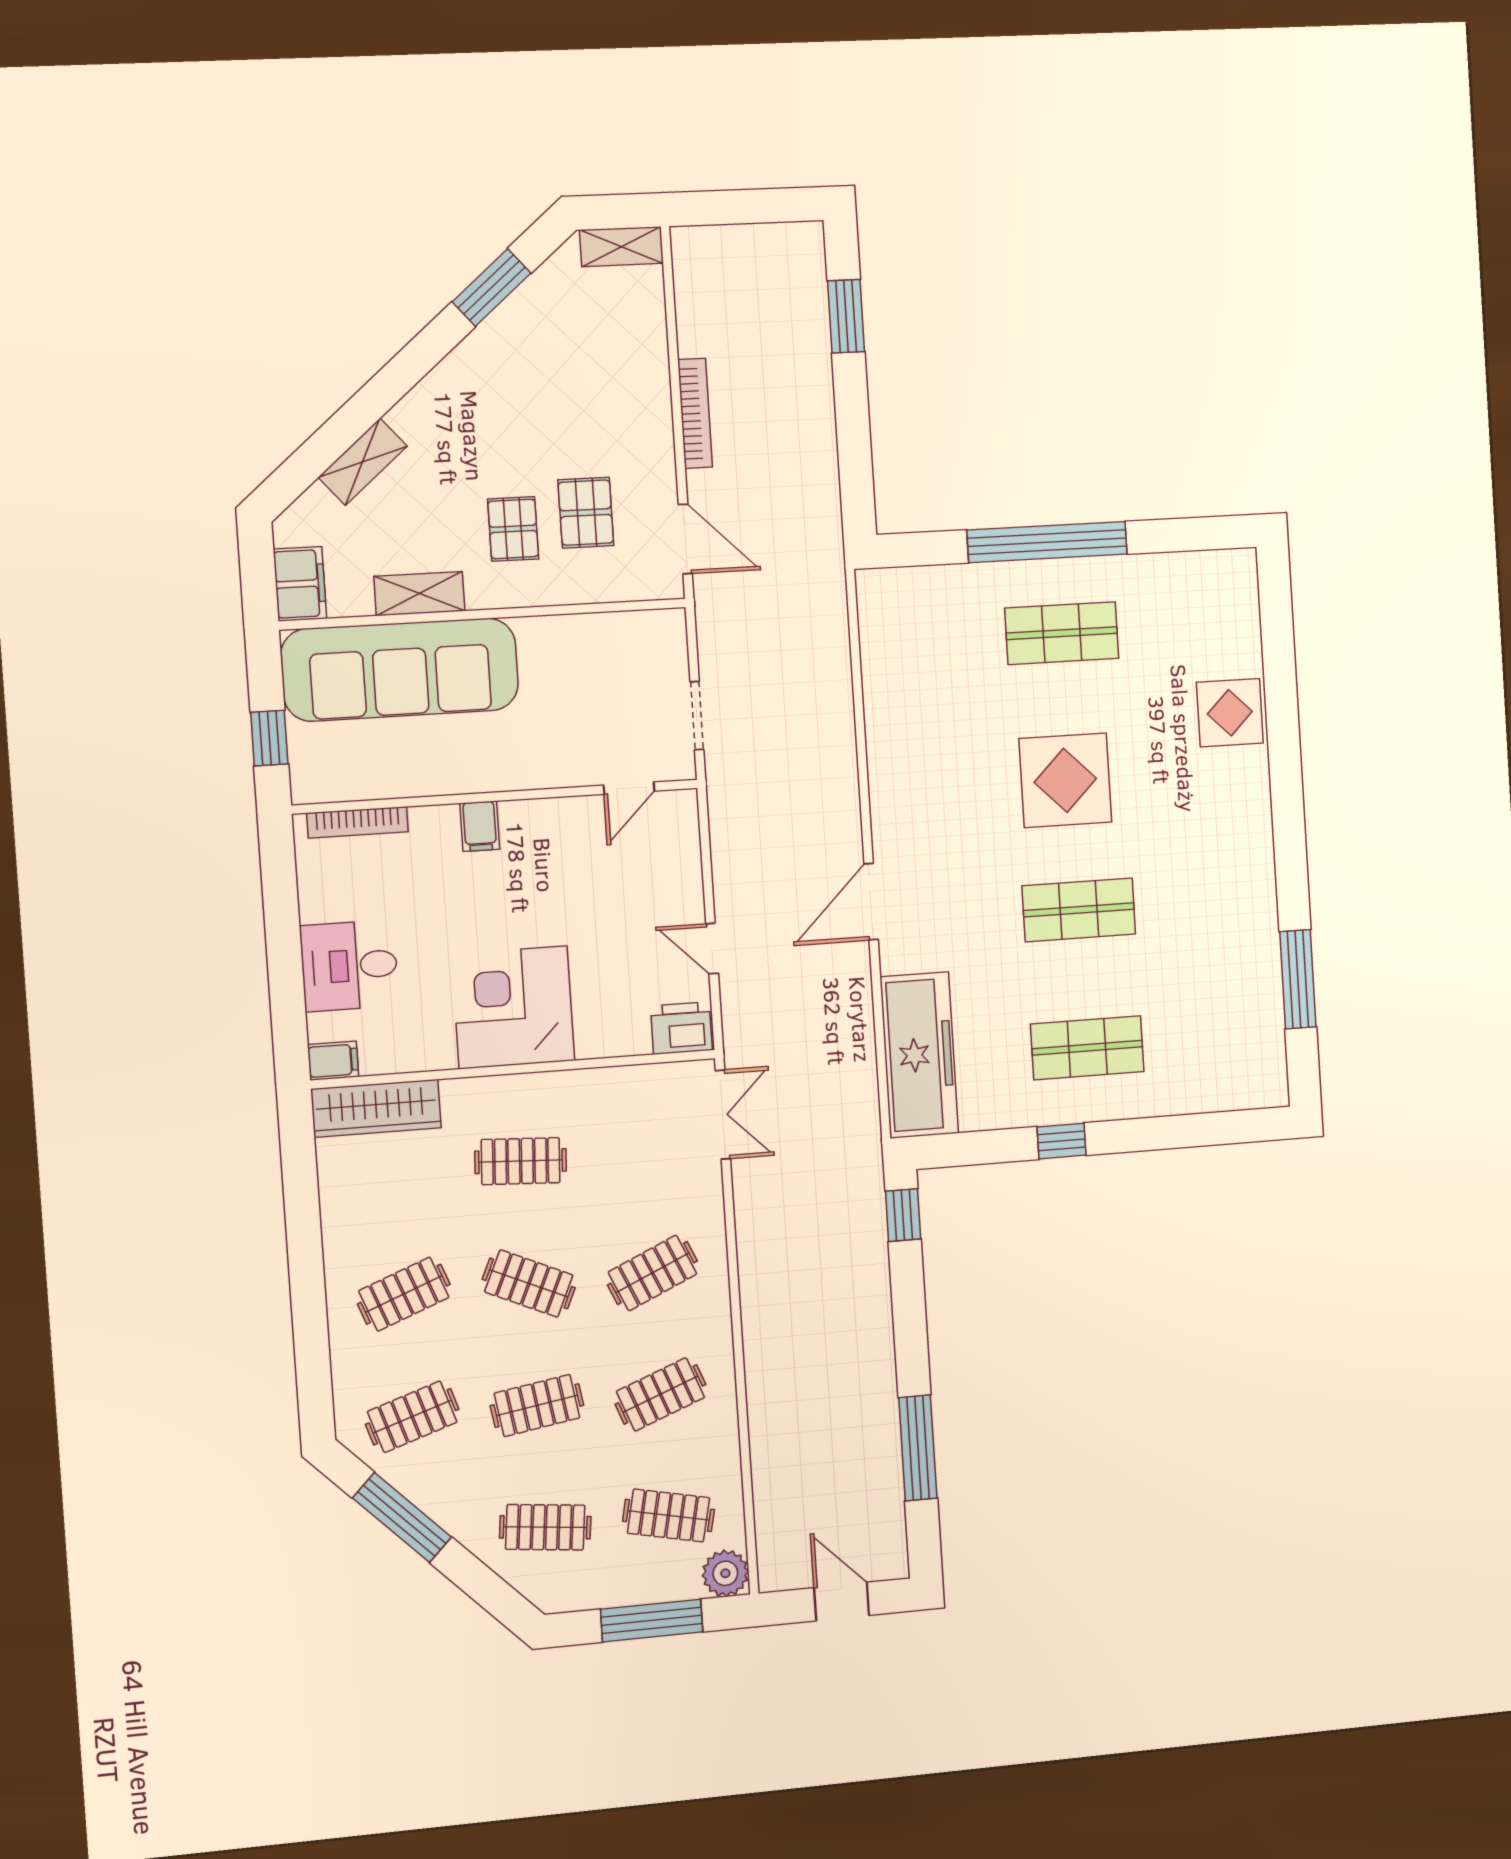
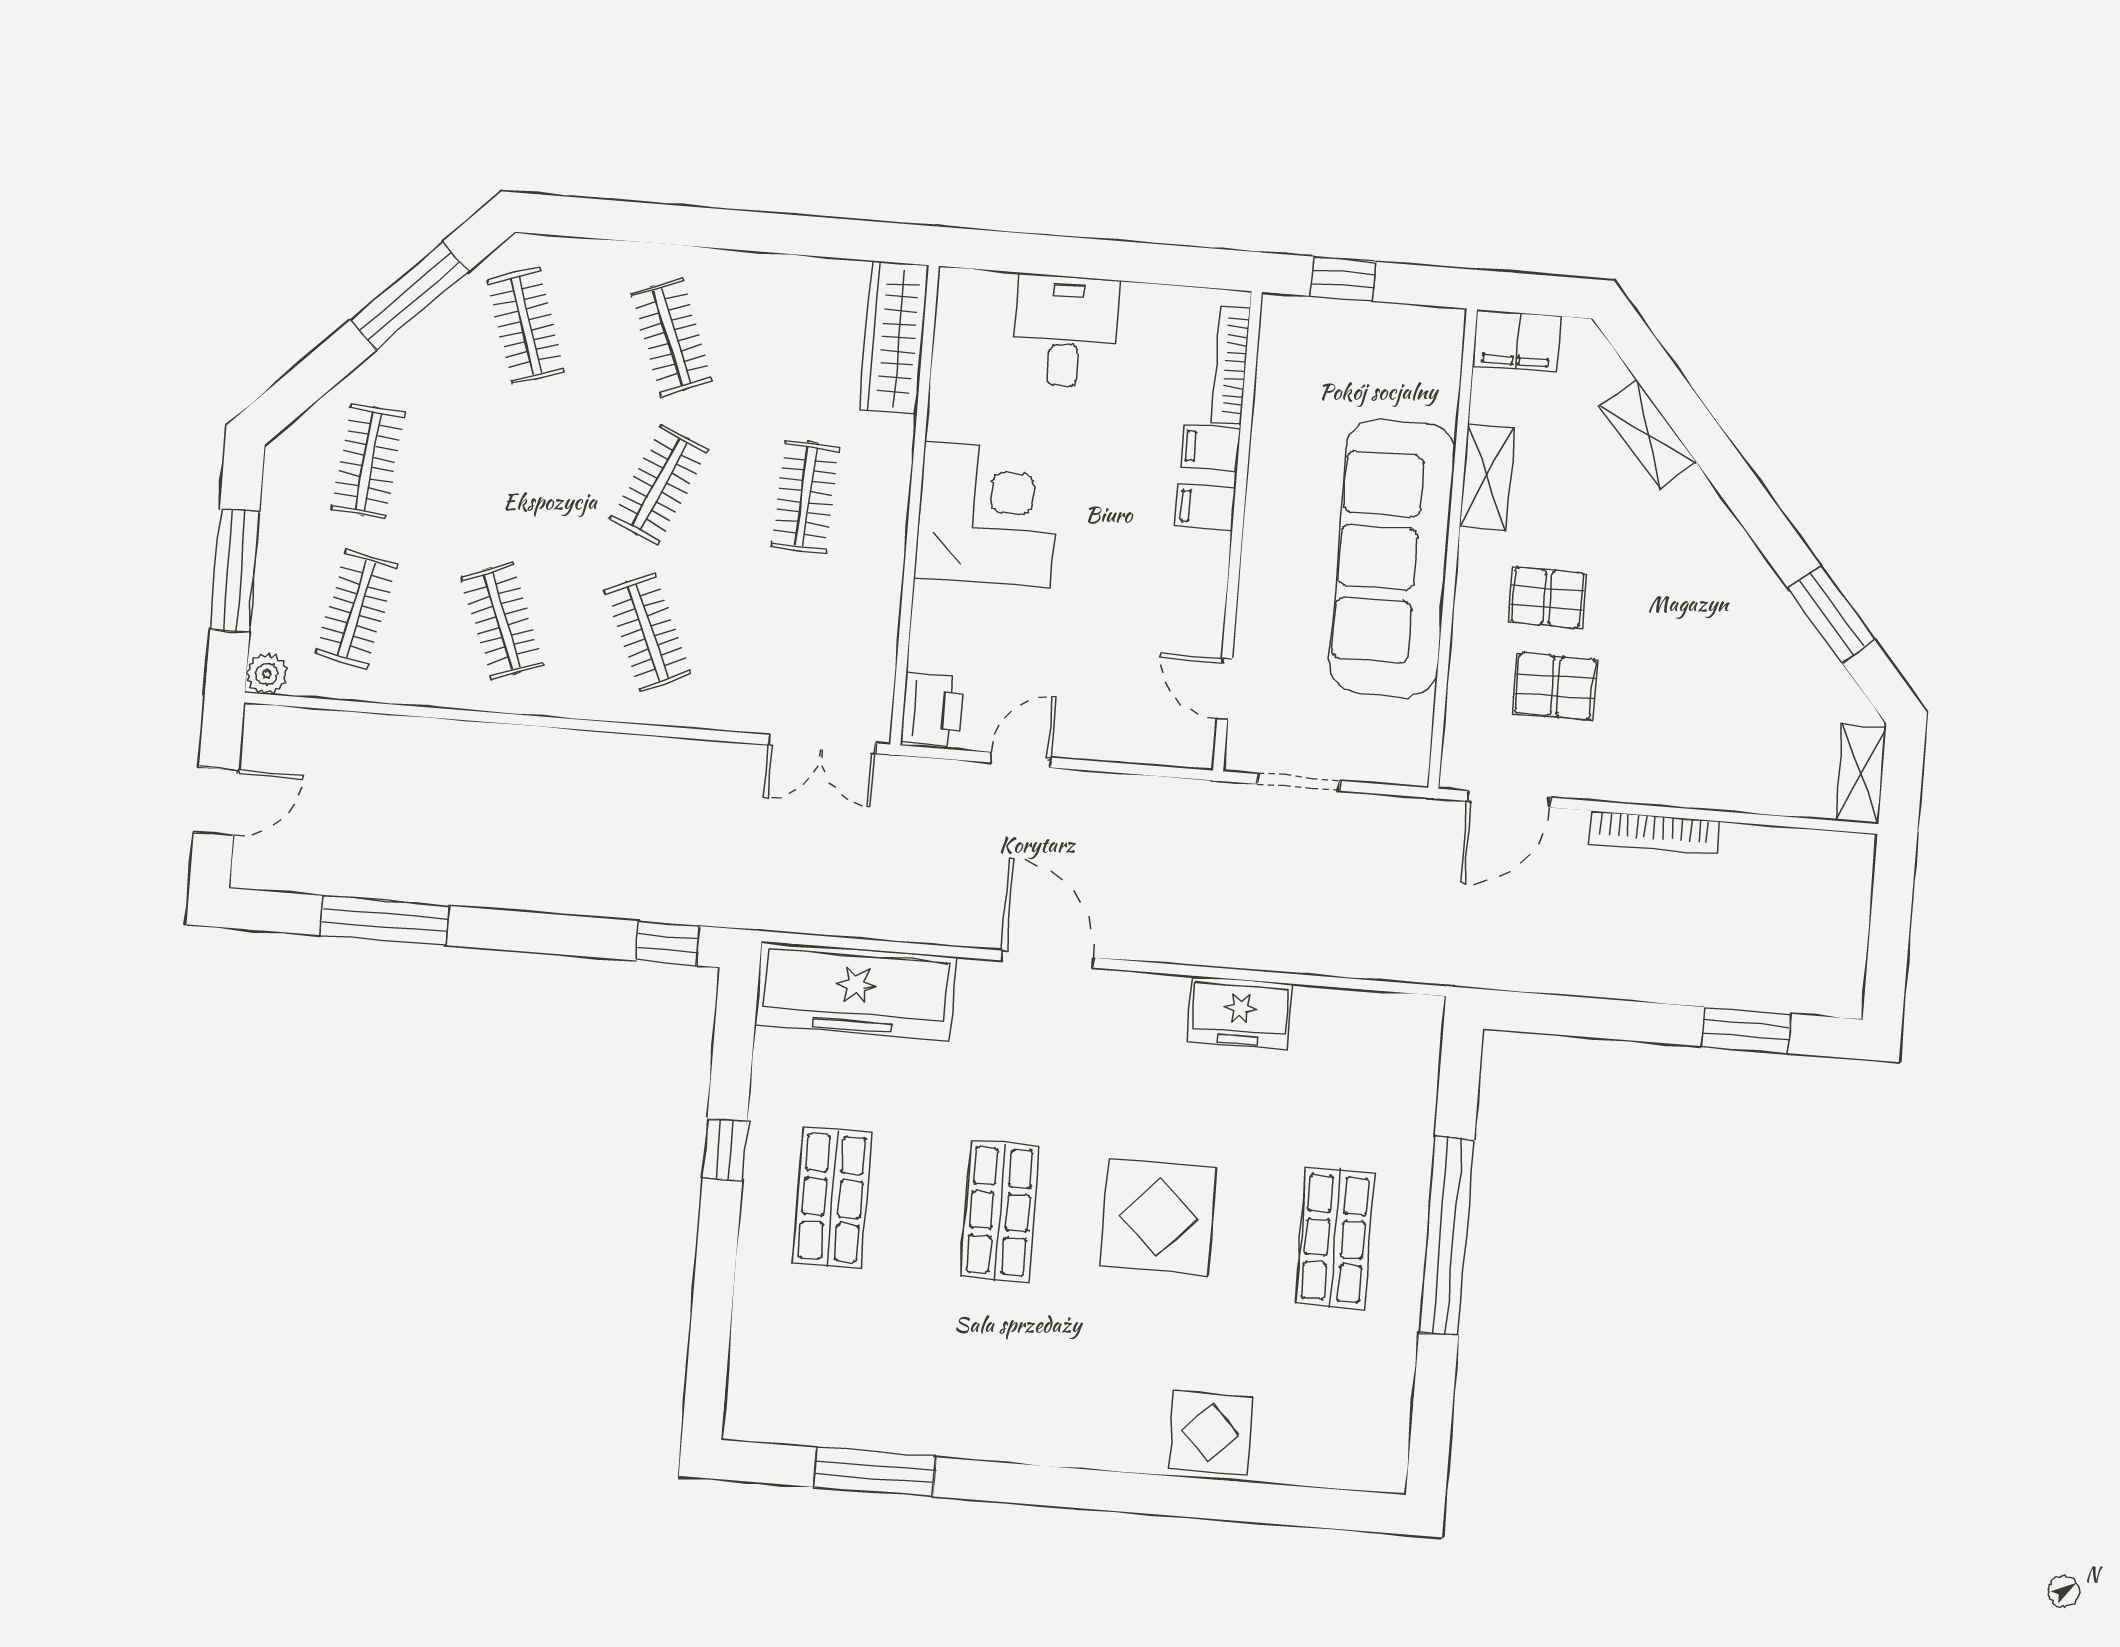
sofa: (400, 670) -> (1392, 558), moved
freezer: (892, 737) -> (1240, 1013), added
filing cabinet: (333, 1061) -> (1211, 448), moved, turned 90
clothes rail: (537, 1406) -> (514, 473), removed
plant: (725, 1573) -> (267, 674), width x0.73, depth x0.73

